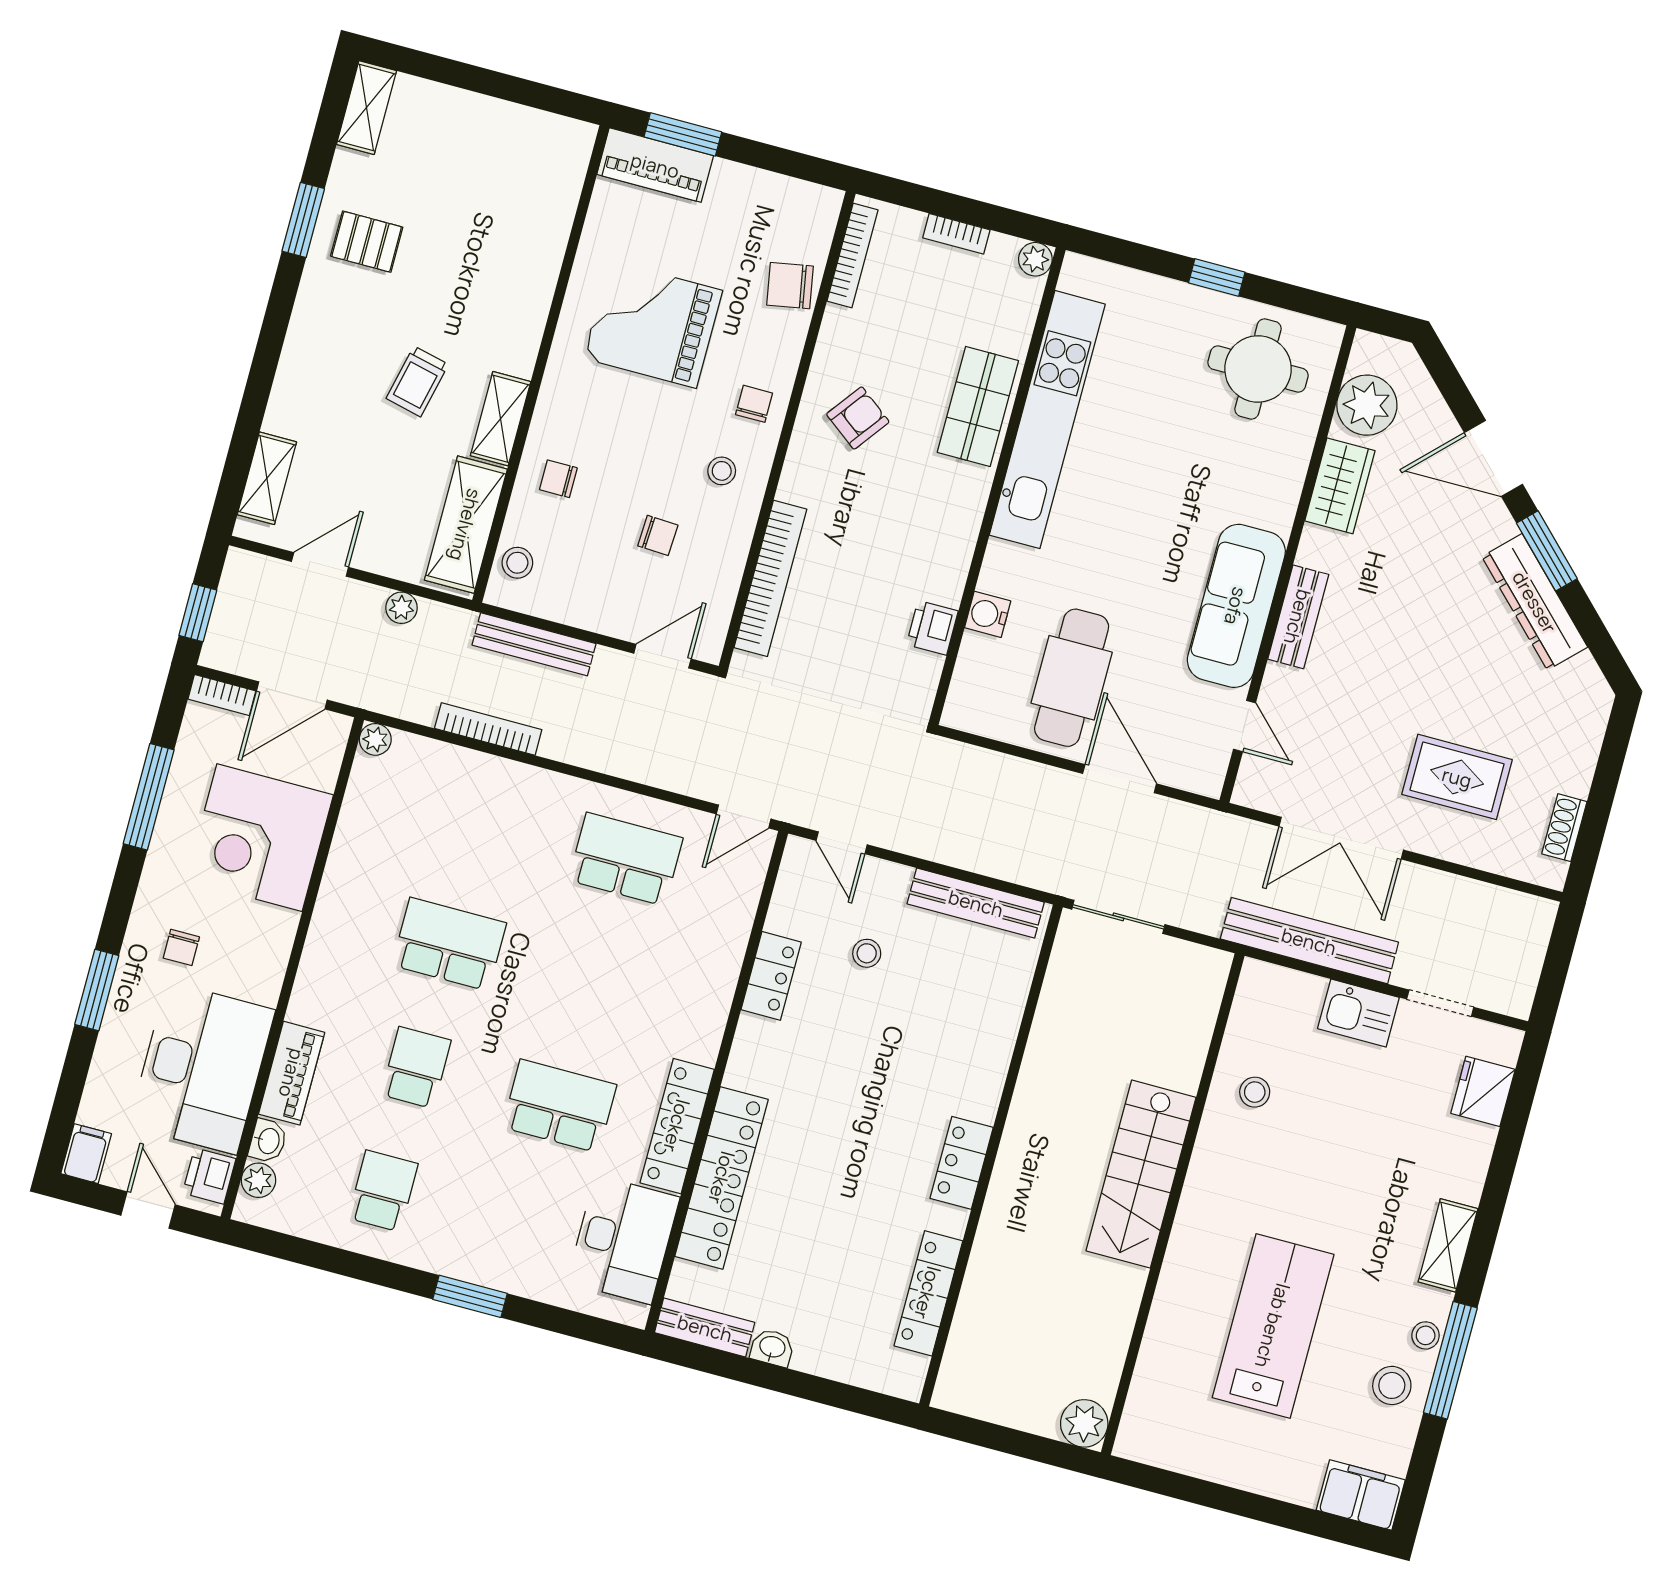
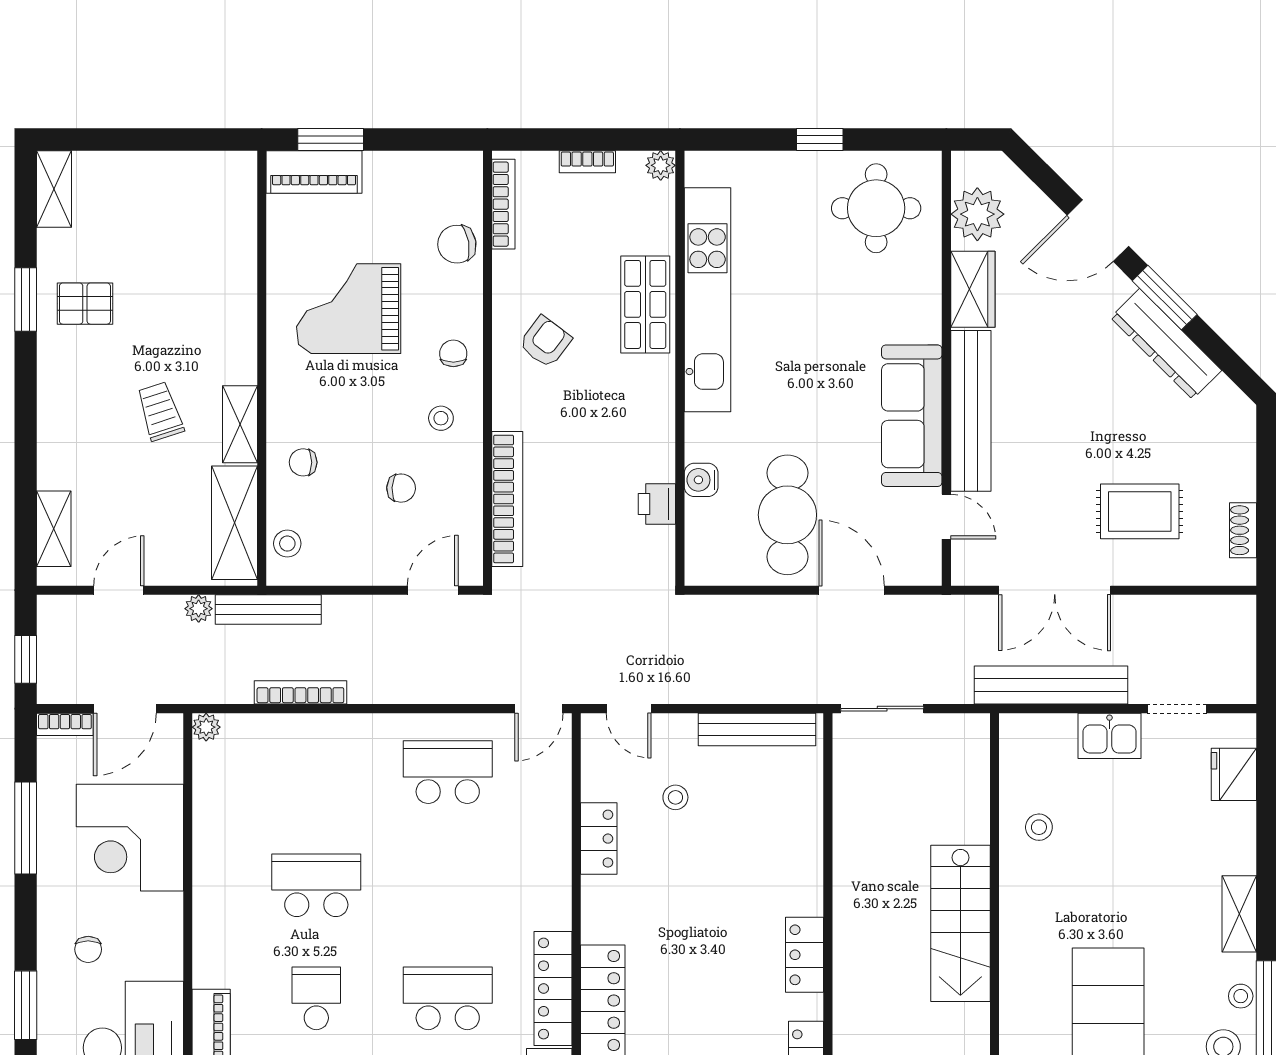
trolley: (417, 381) -> (160, 411), turned 149
bench: (1298, 617) -> (971, 411), width x1.86, depth x1.21
bench: (534, 644) -> (268, 609), moved

